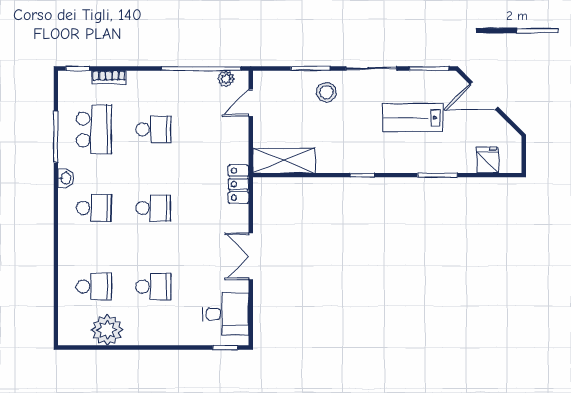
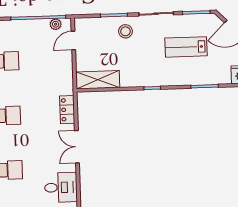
locker: (239, 184) -> (67, 110), moved

